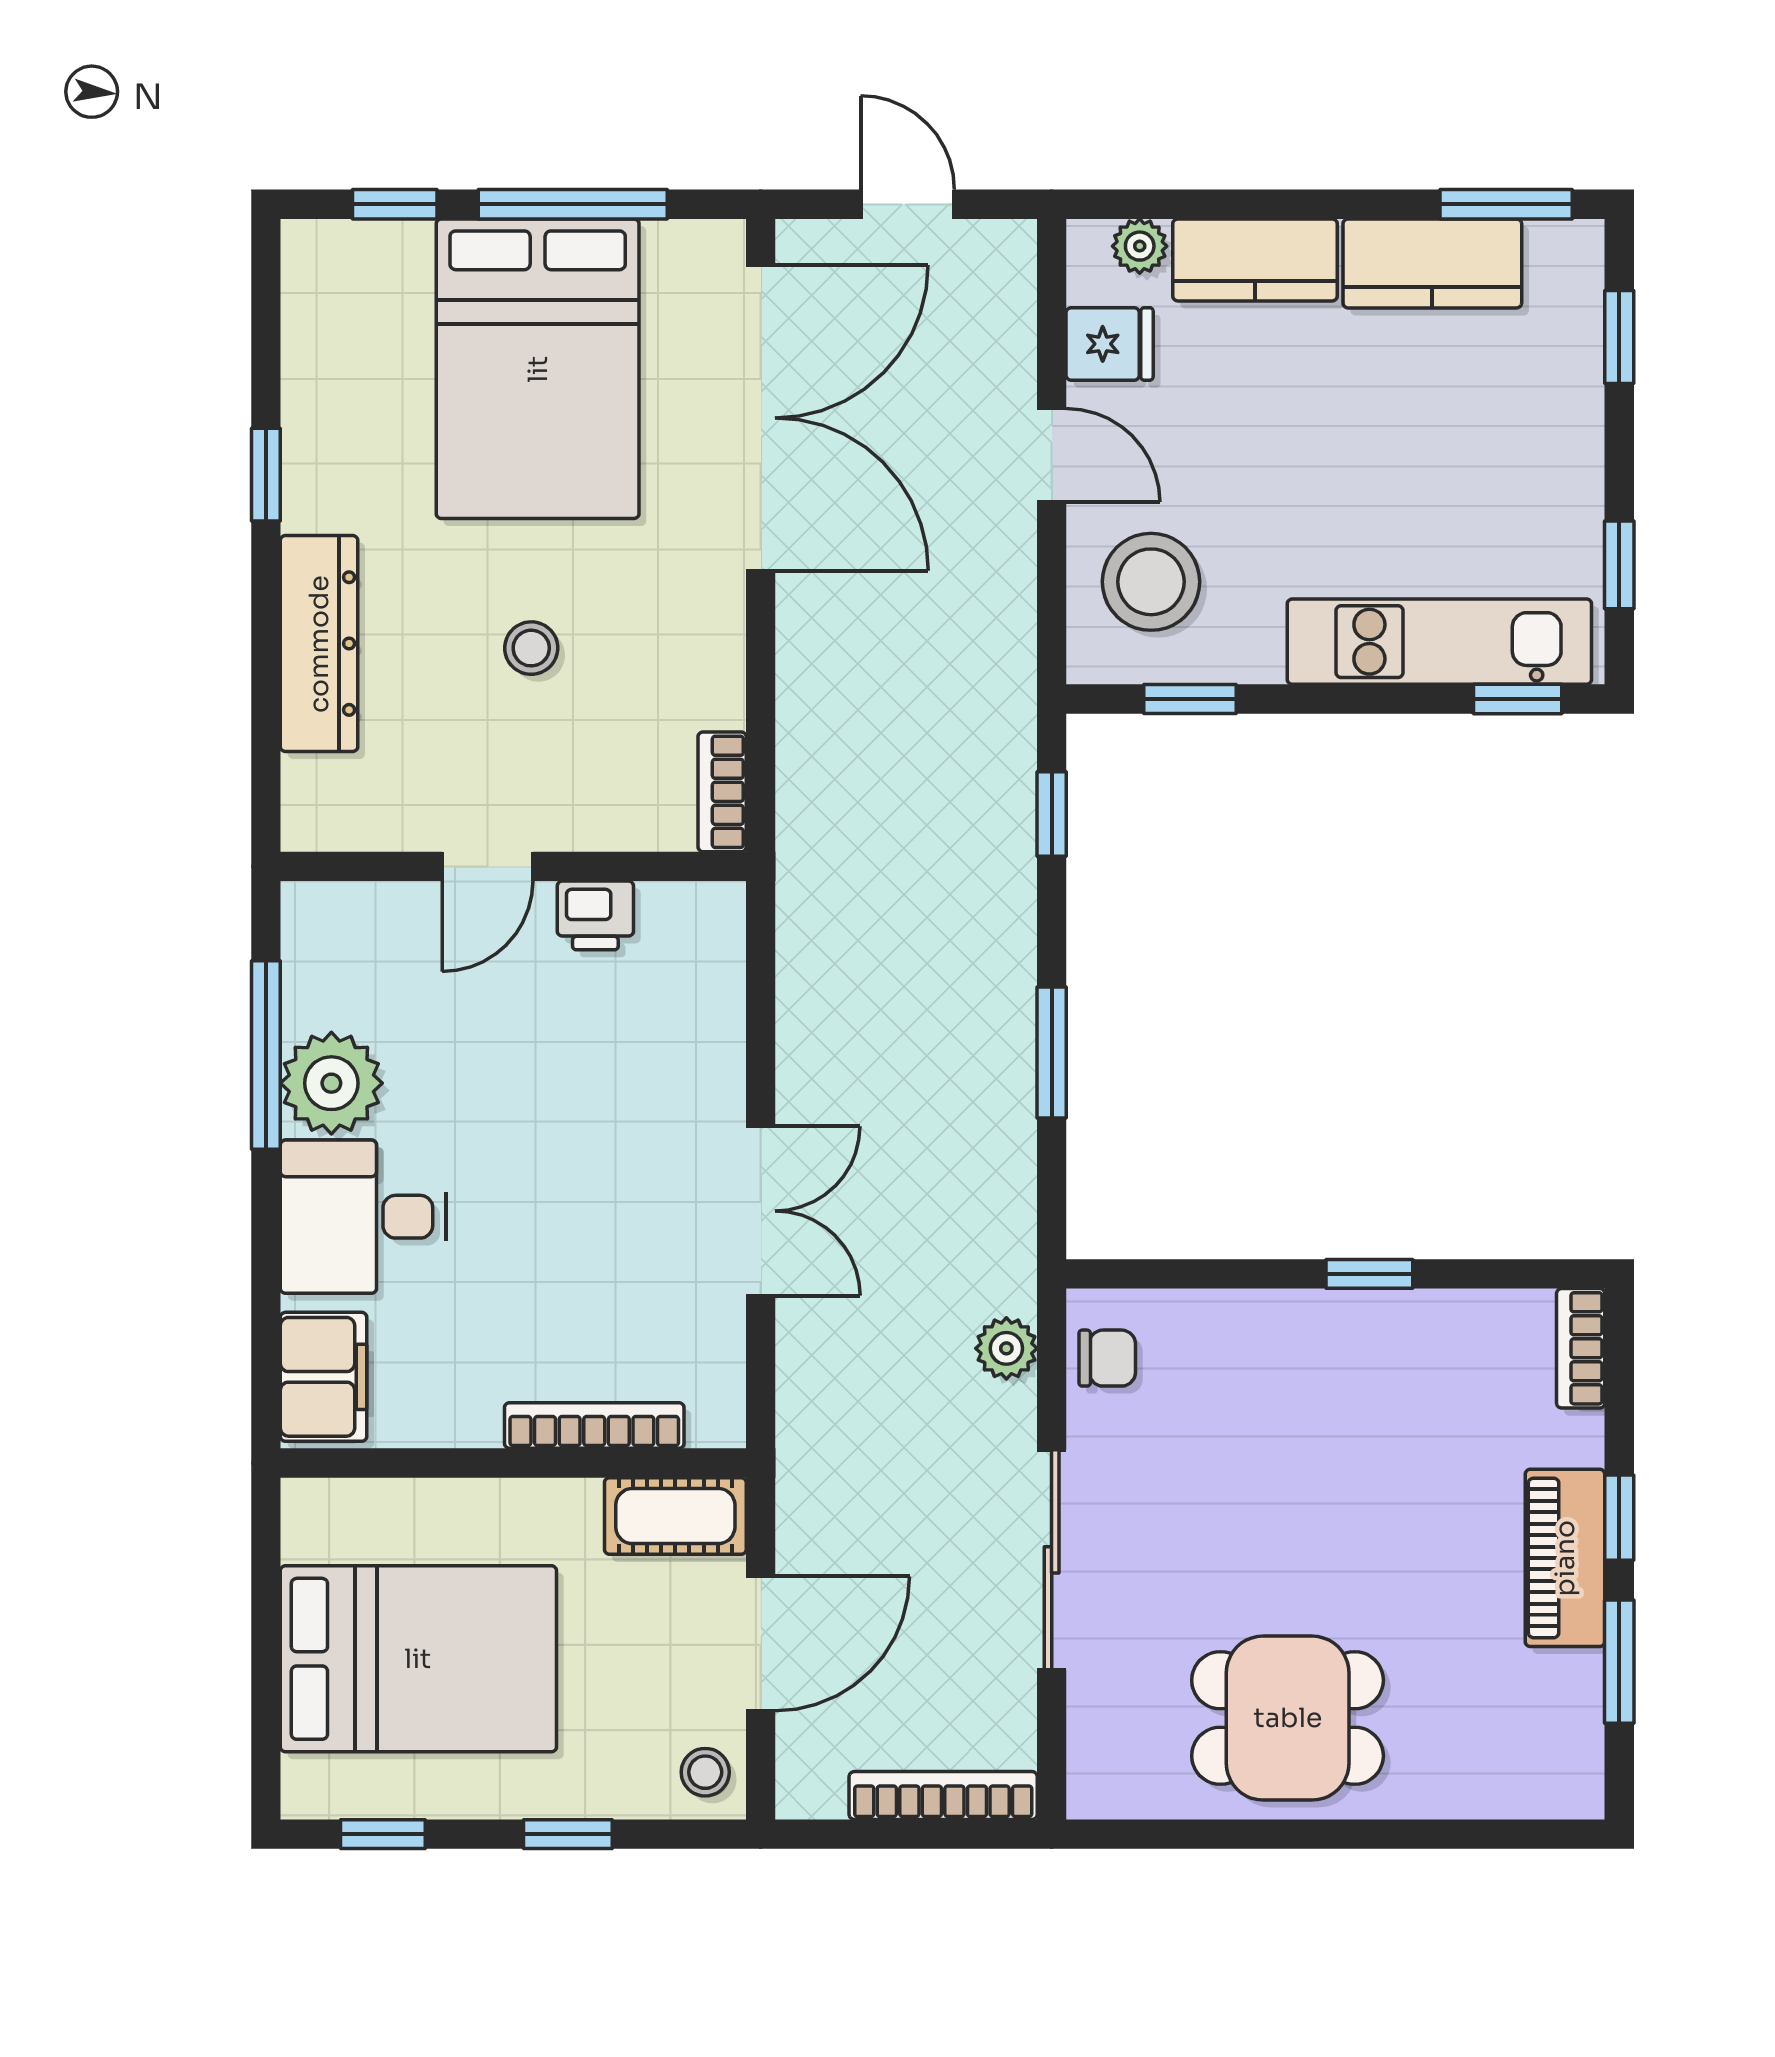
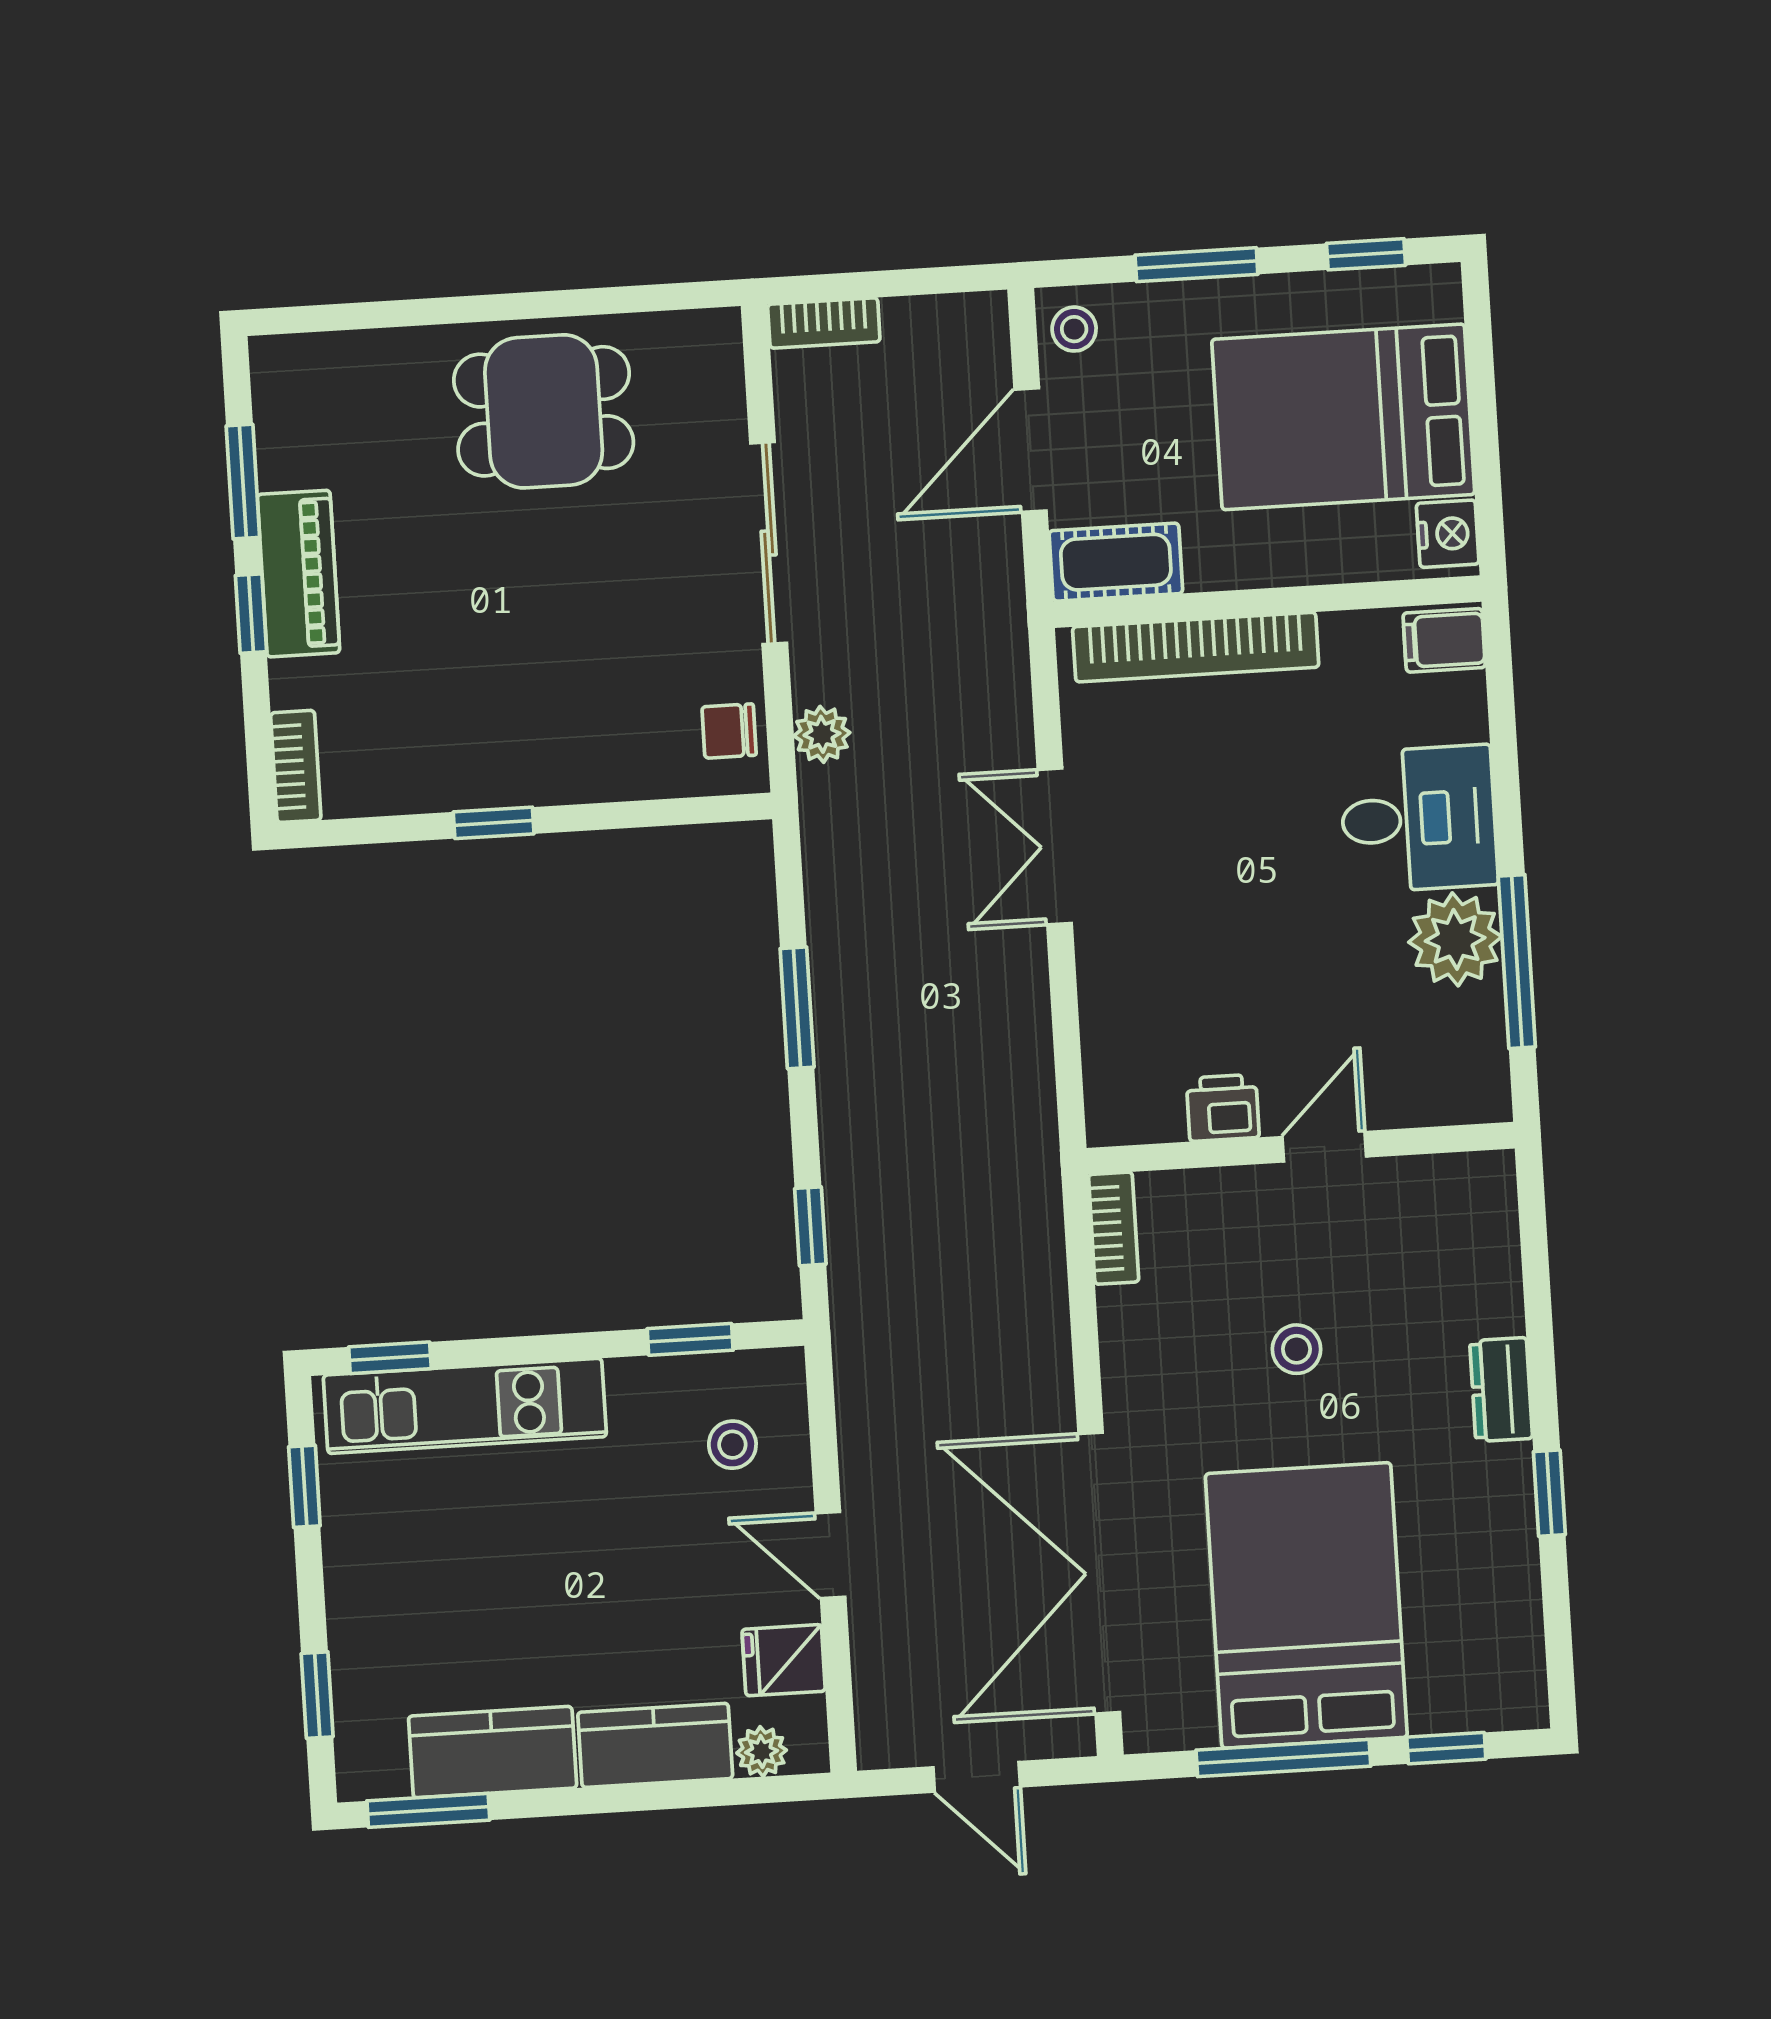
stool: (1151, 582) -> (732, 1445), width x0.53, depth x0.53
dresser: (319, 644) -> (1501, 1390), width x0.51, depth x0.80
filing cabinet: (324, 1377) -> (1444, 640), width x0.50
bookcase: (594, 1426) -> (1196, 647), width x1.48, depth x1.31
nightstand: (313, 1525) -> (1448, 534), added
bookcase: (943, 1795) -> (824, 323), width x0.64
window: (568, 1834) -> (1196, 265), width x1.50

